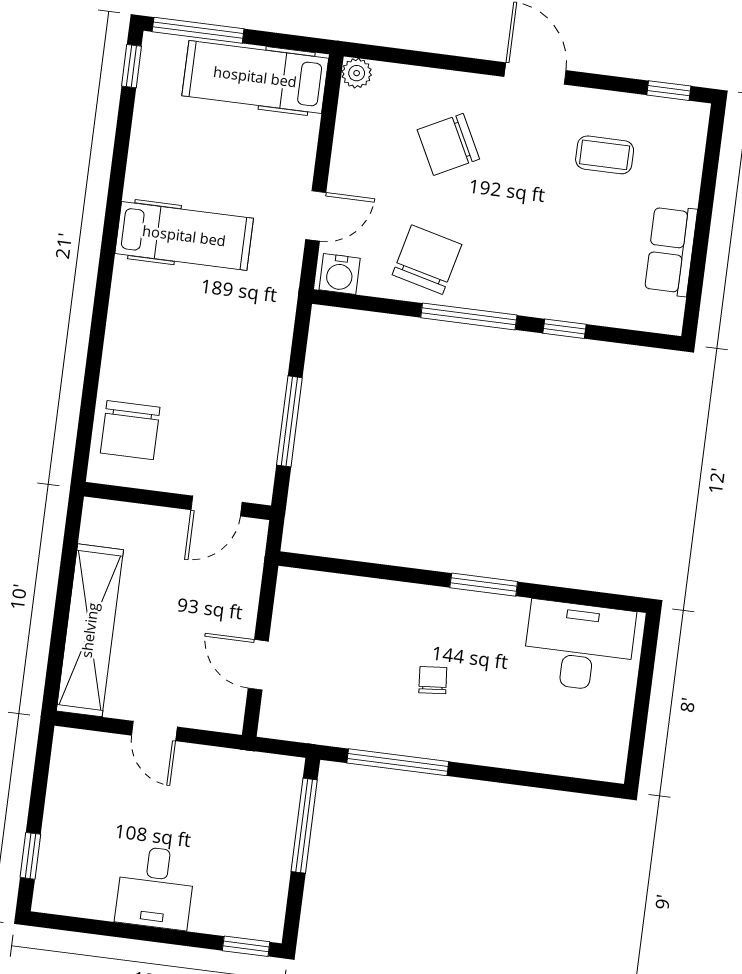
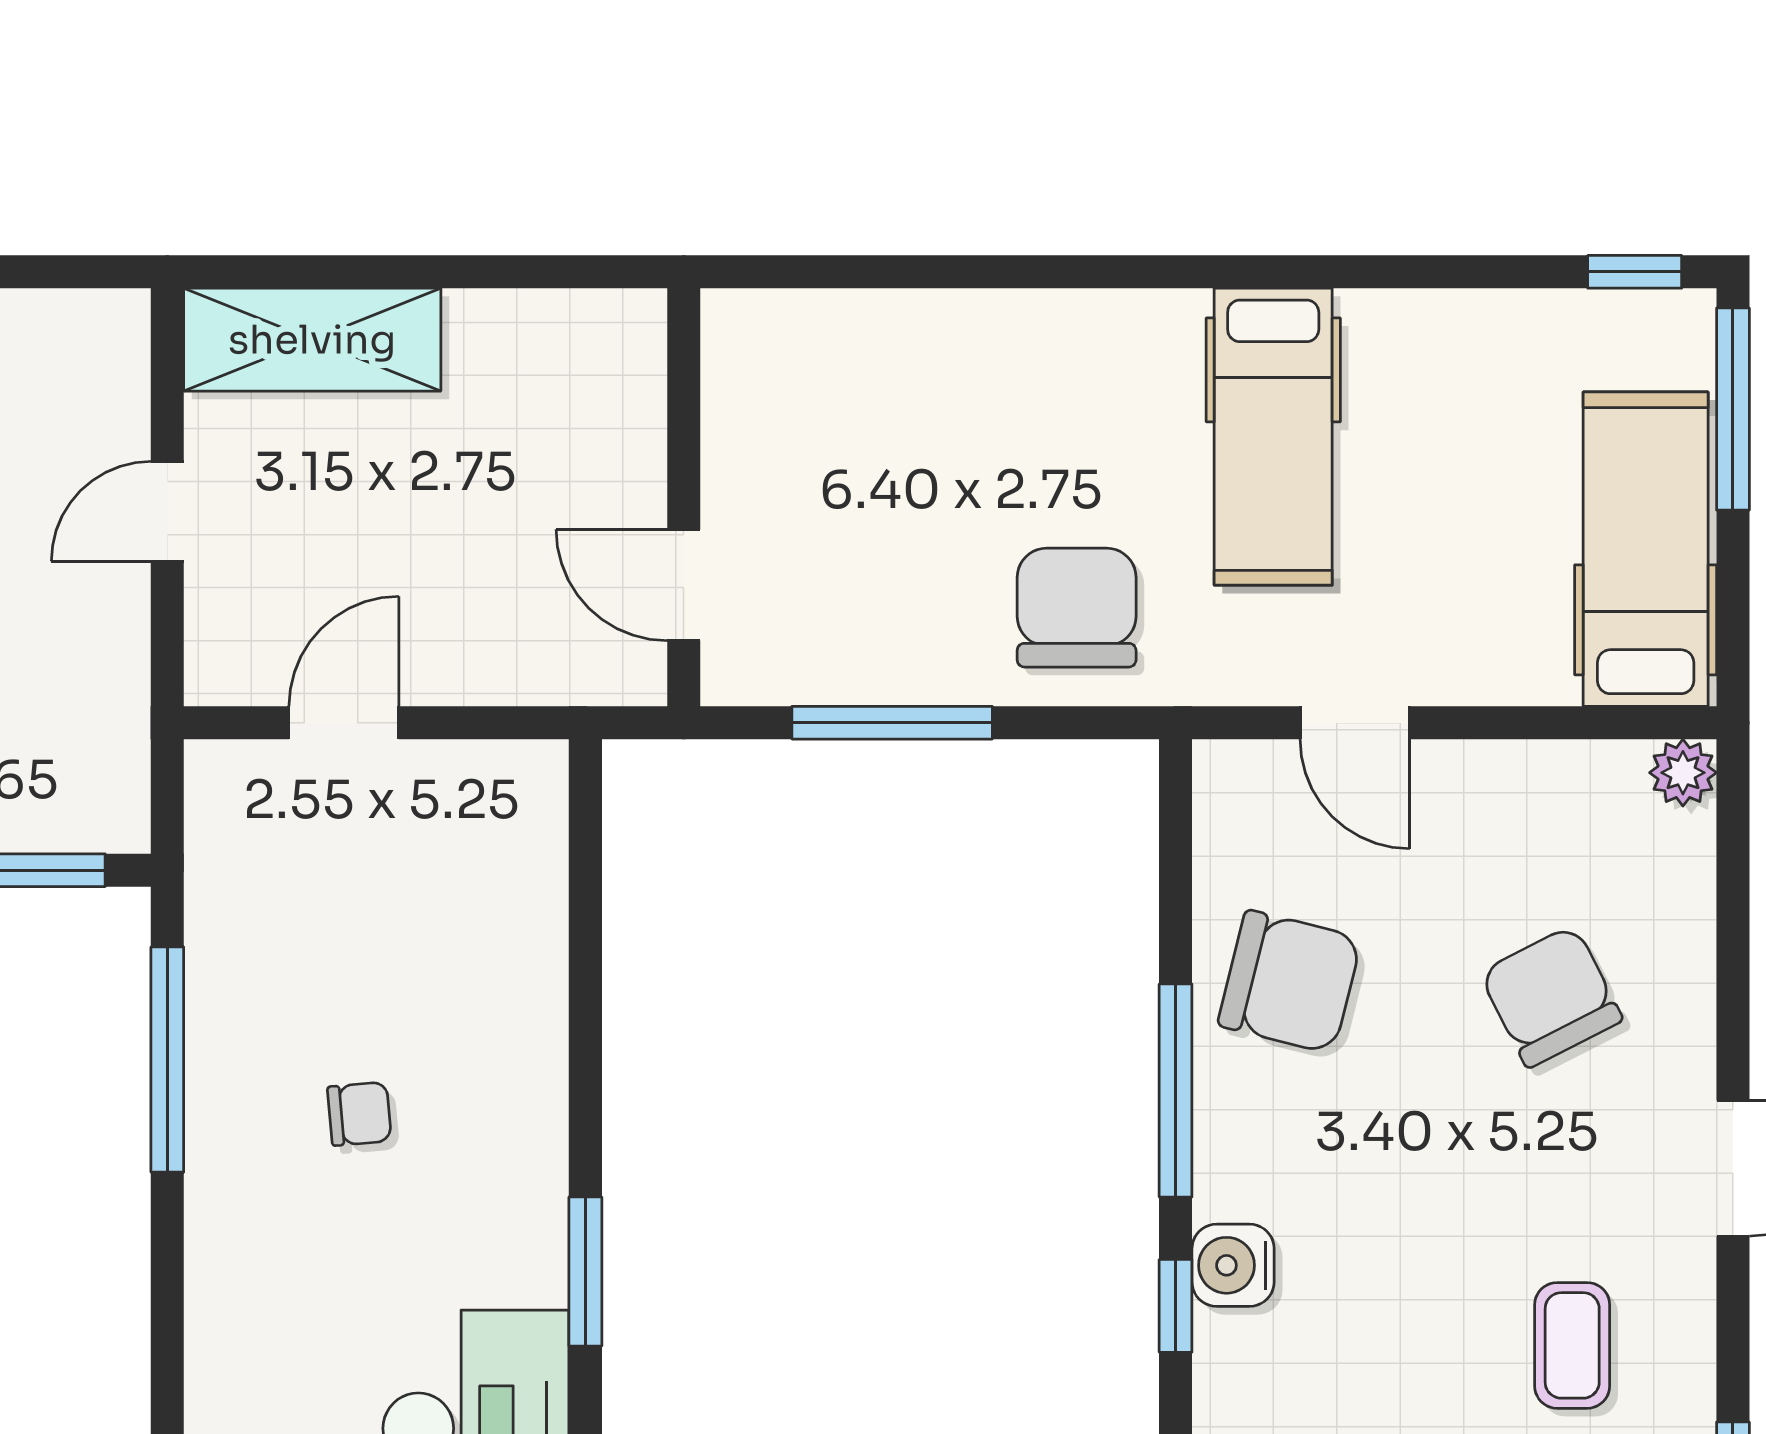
water cooler: (340, 274) -> (1233, 1265), moved
chair: (130, 430) -> (1077, 608), moved, turned 90
window: (484, 585) -> (585, 1271), moved
shelving: (90, 630) -> (312, 340), width x0.68

